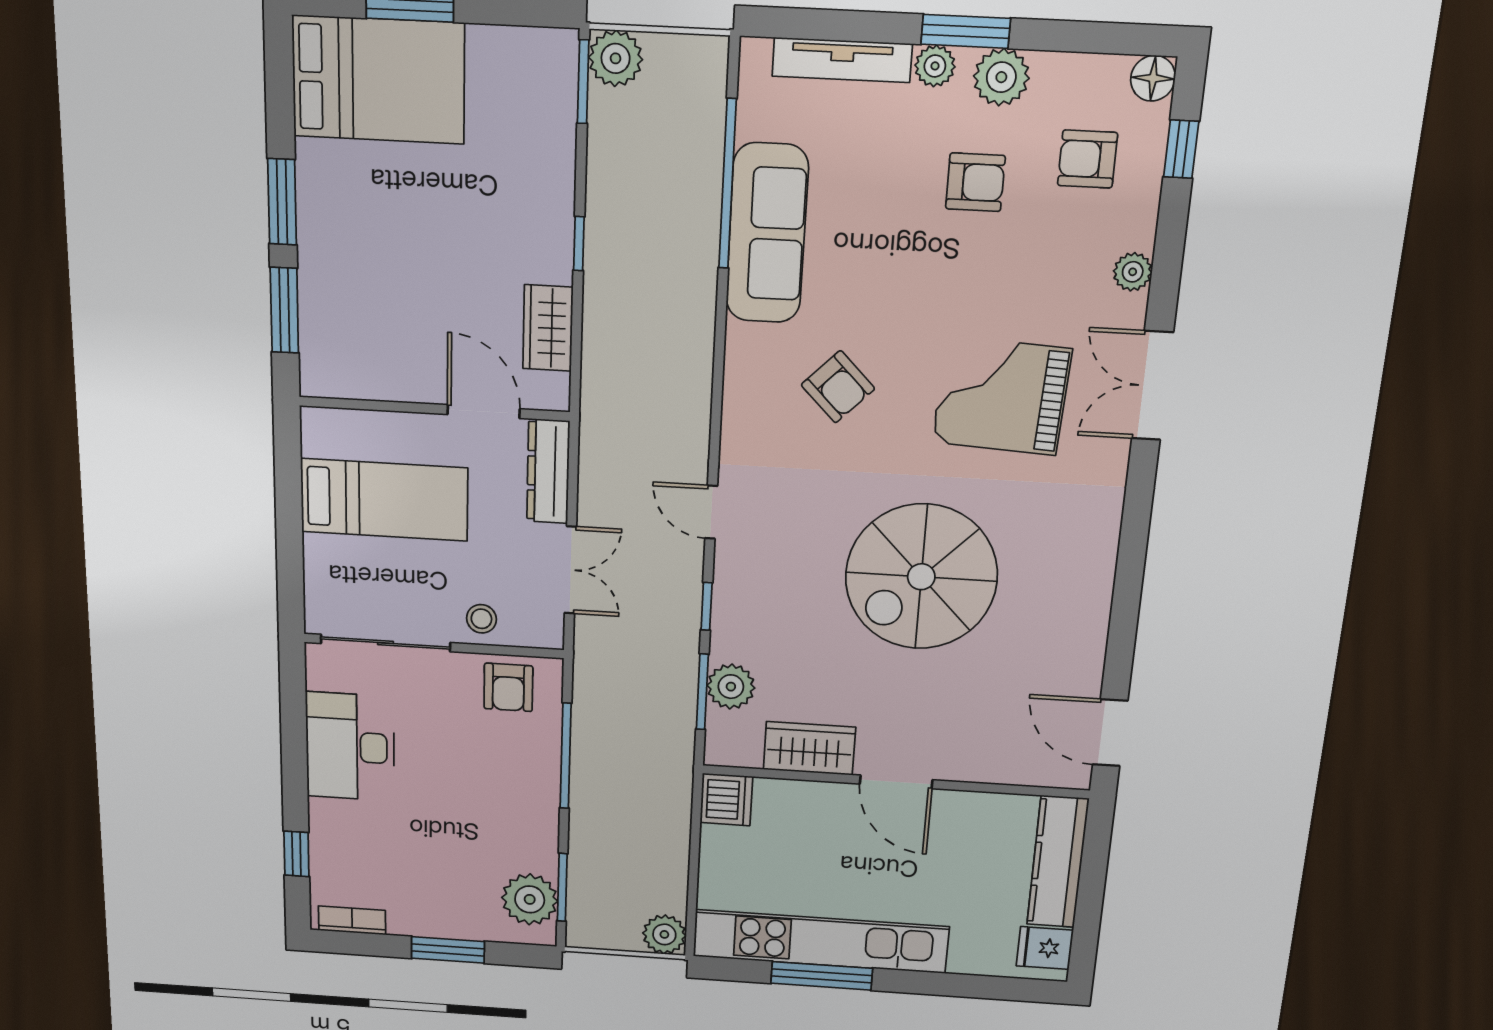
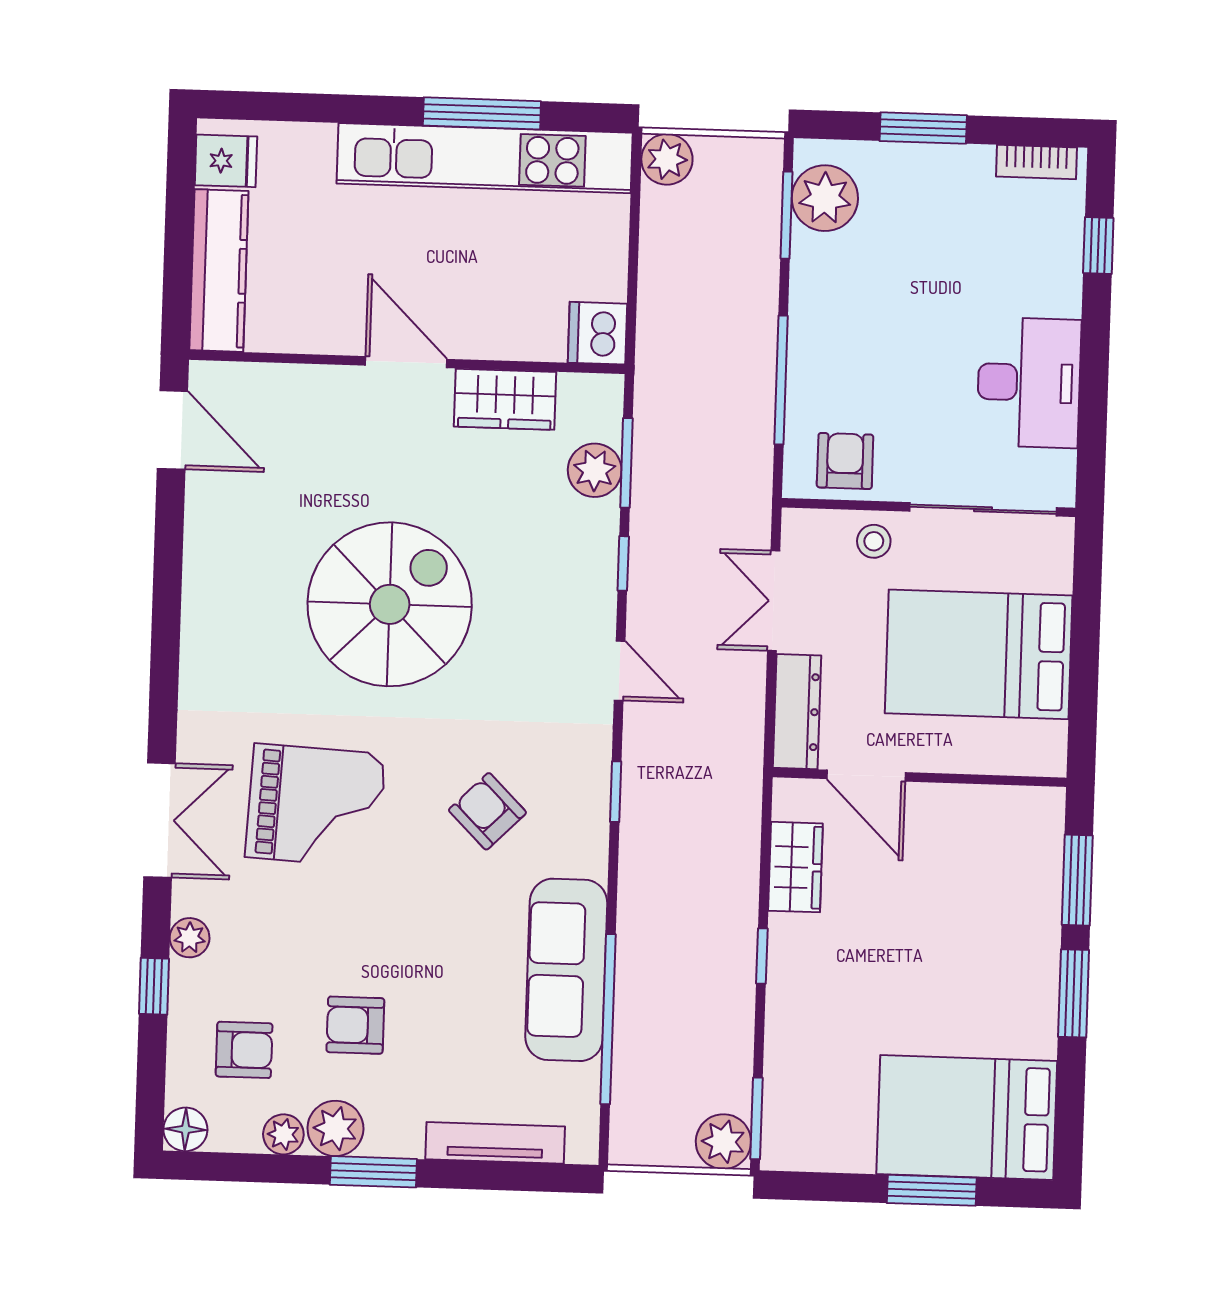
plant: (935, 66) -> (283, 1134), moved
window: (1181, 149) -> (154, 986), moved
window: (717, 402) -> (616, 792), added
bed: (384, 500) -> (979, 654), width x1.50

